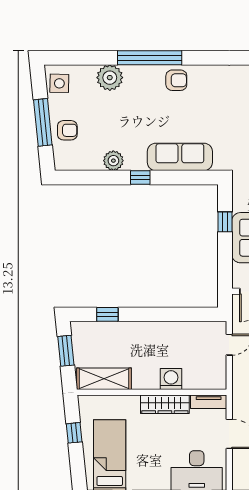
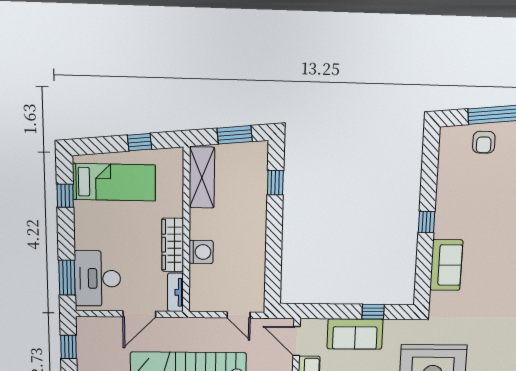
sofa: (180, 157) -> (446, 265), width x0.73
plant: (113, 161) -> (447, 193), removed

